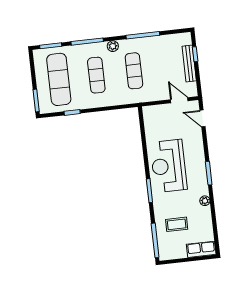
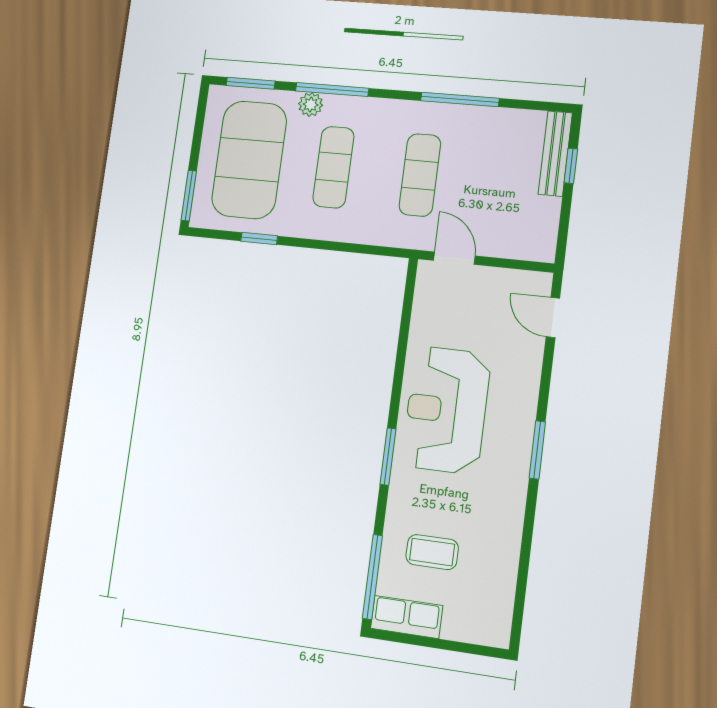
plant: (113, 46) -> (311, 104), moved
bench: (189, 63) -> (555, 154), moved
exercise mat: (59, 79) -> (249, 160), width x1.47
door: (179, 100) -> (454, 258), moved
plant: (205, 201) -> (513, 513), removed
row of seats: (201, 249) -> (407, 617), moved

